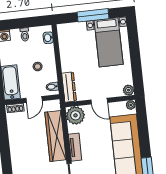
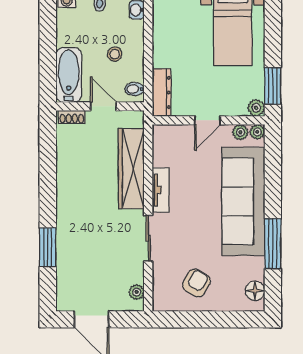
window: (137, 75) -> (273, 86), added
door: (34, 99) -> (103, 106), swing flipped
door: (99, 101) -> (207, 120), hinge flipped
plant: (75, 115) -> (240, 132), moved, width x0.53, depth x0.53

